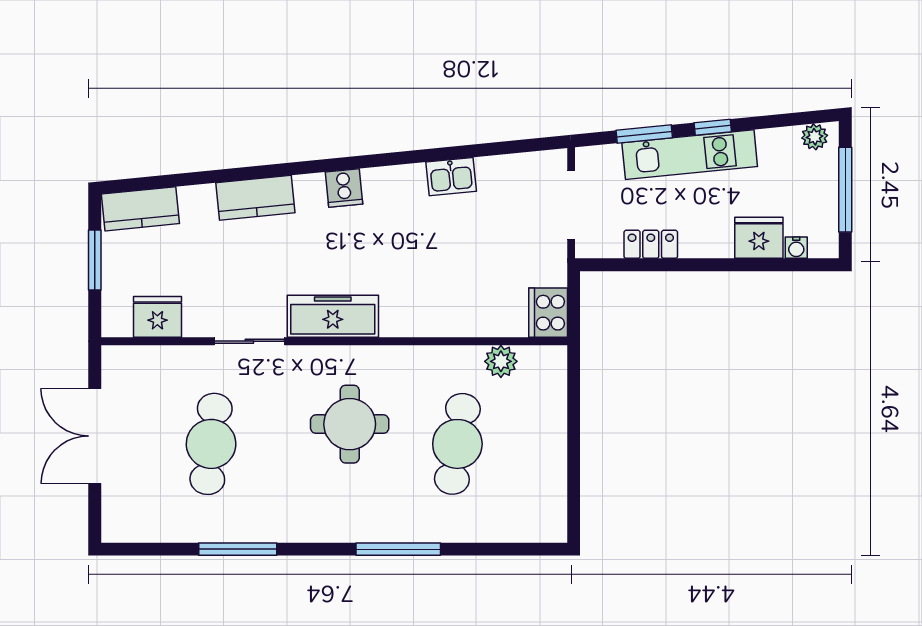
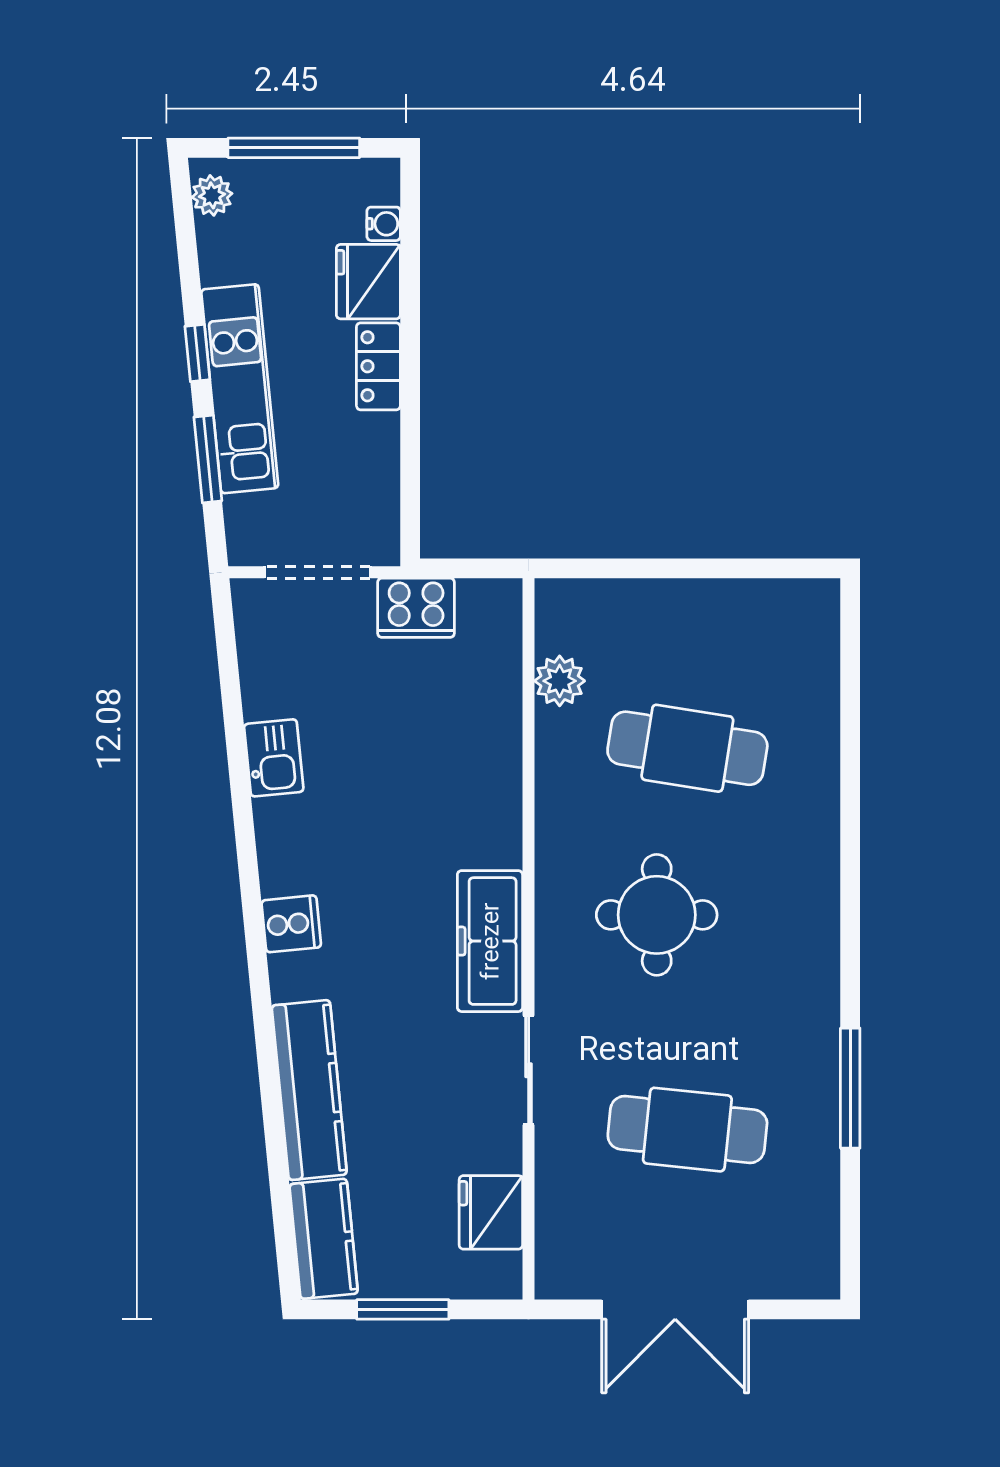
kitchen counter: (255, 198) -> (309, 1090), width x1.50
locker: (651, 244) -> (378, 366), moved
cooker: (548, 313) -> (416, 608), moved
window: (398, 549) -> (850, 840), removed

